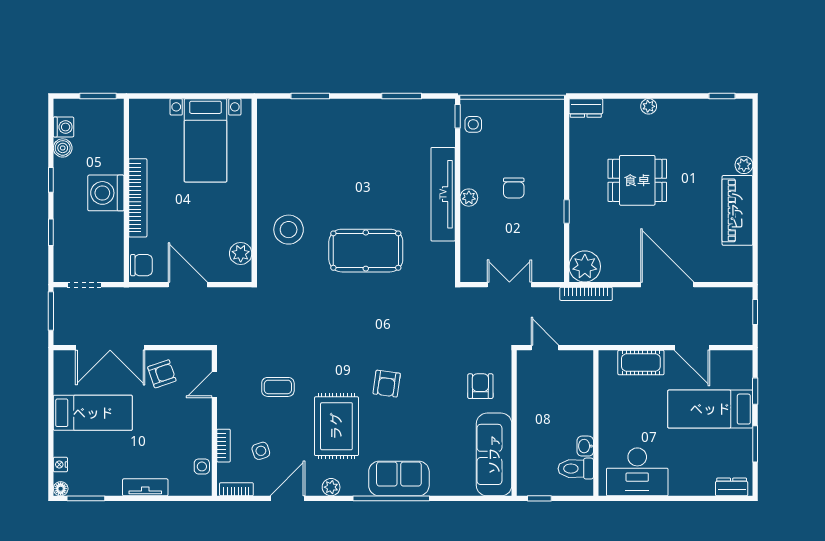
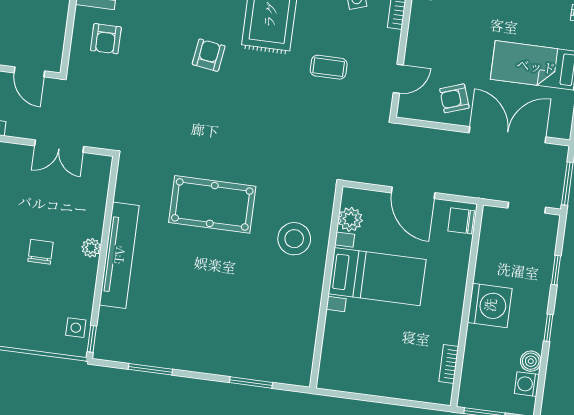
bed with nightstands: (206, 140) -> (377, 277), moved, turned 90
bookcase: (138, 198) -> (449, 364), moved, width x0.43, depth x0.76

